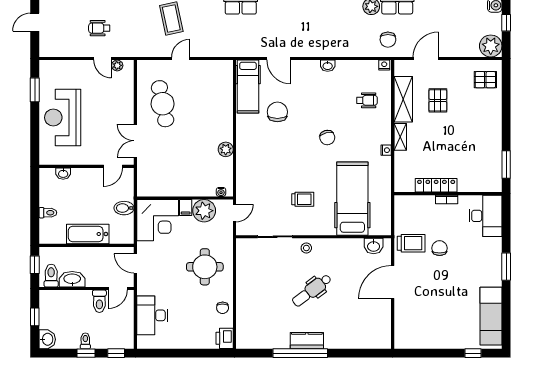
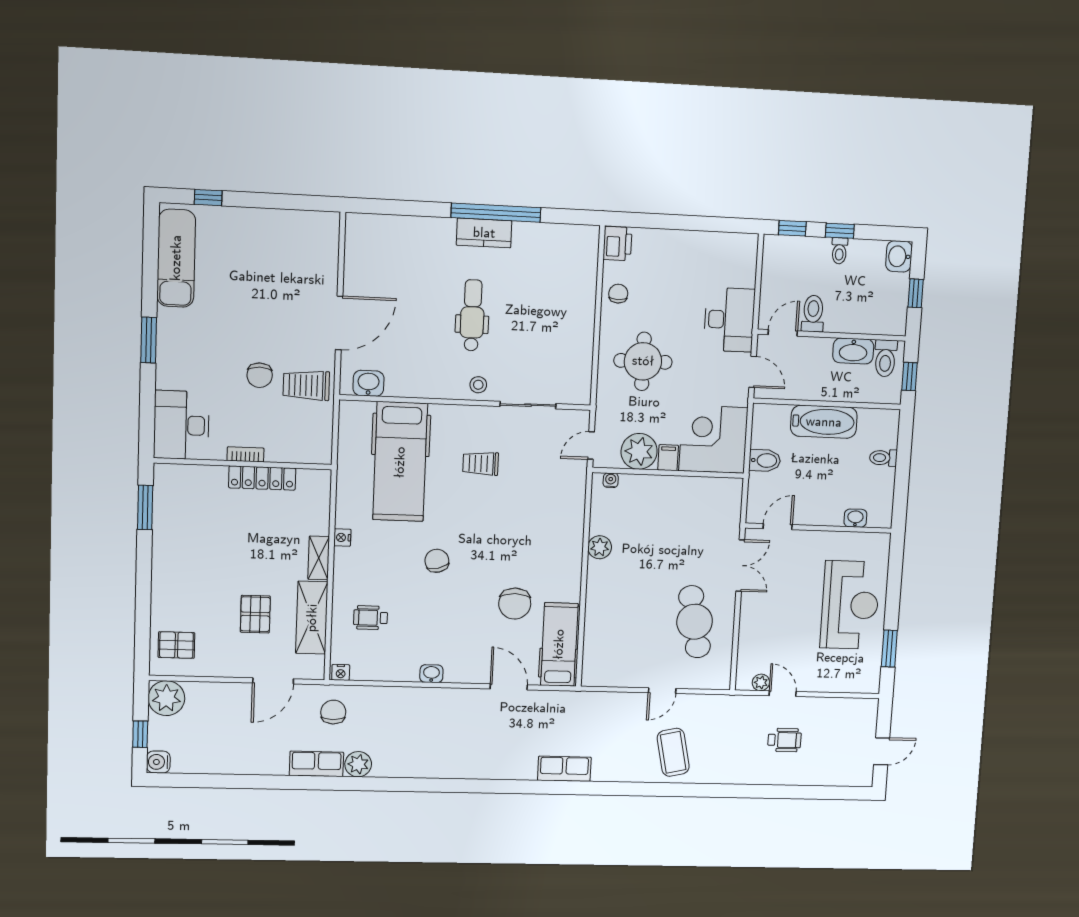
dental chair: (312, 290) -> (472, 315), turned -53
desk: (152, 315) -> (729, 320), moved

